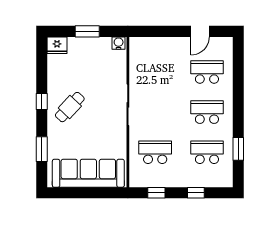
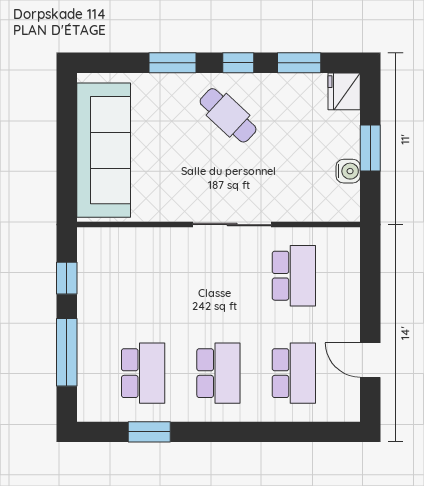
water cooler: (119, 43) -> (348, 171), moved
window: (42, 69) -> (299, 63), added
window: (42, 149) -> (172, 63), moved
school desk: (155, 152) -> (294, 276), moved
window: (196, 193) -> (67, 352), width x2.17

